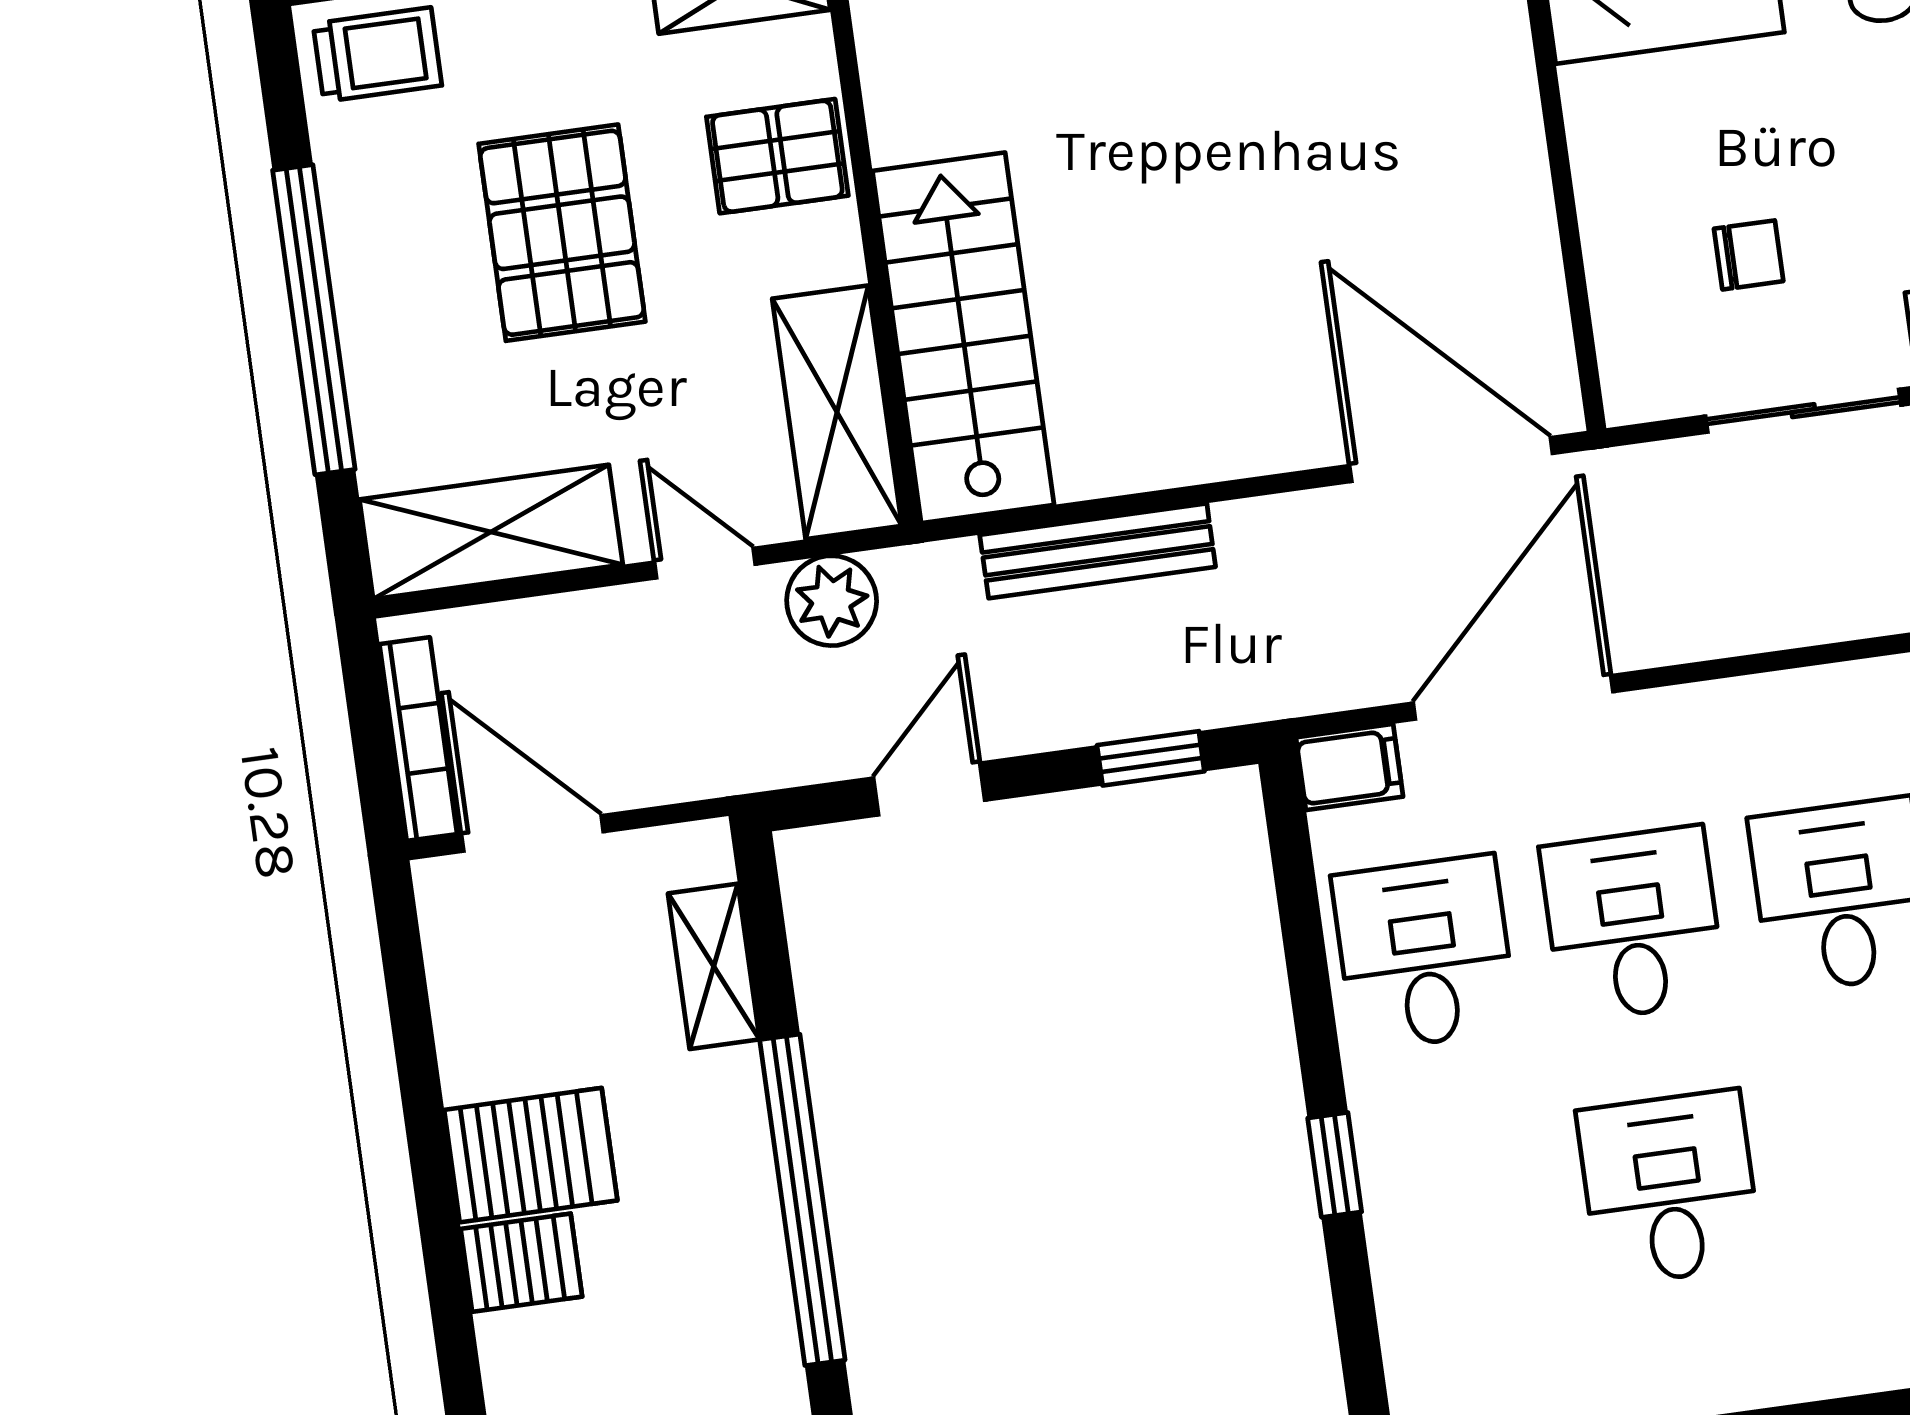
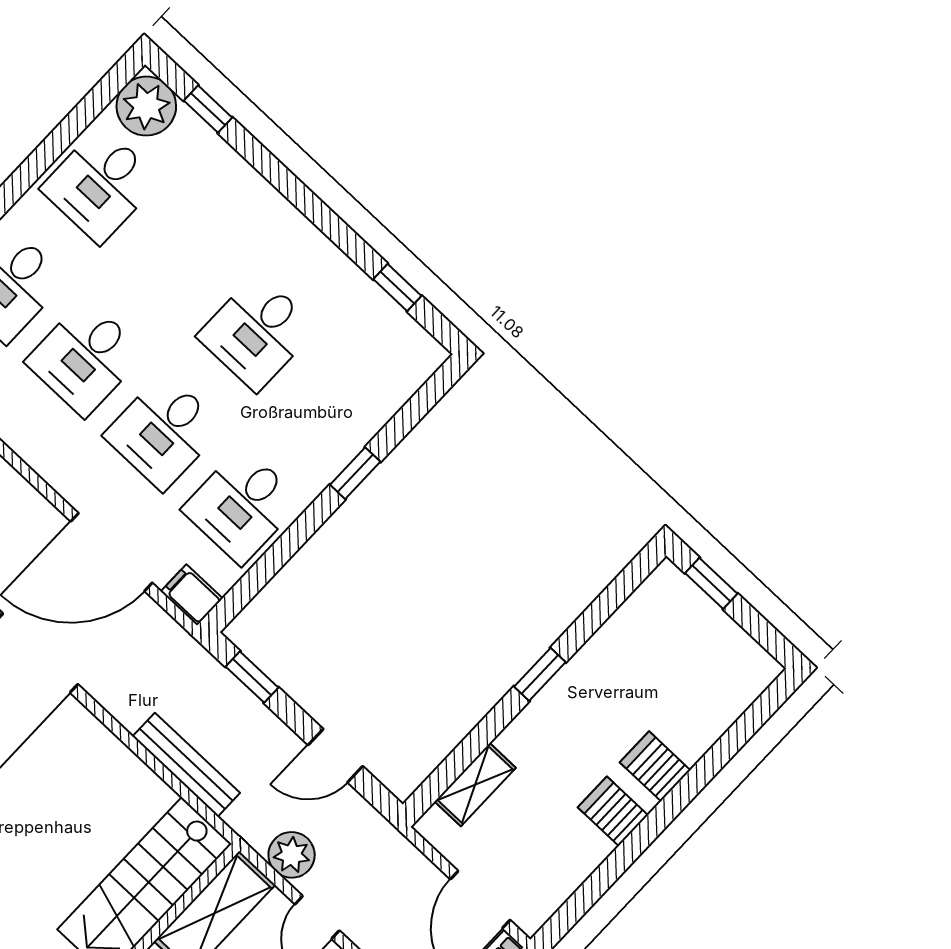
server rack: (531, 1155) -> (613, 811), width x0.73, depth x0.70
window: (802, 1200) -> (540, 674), width x0.32

